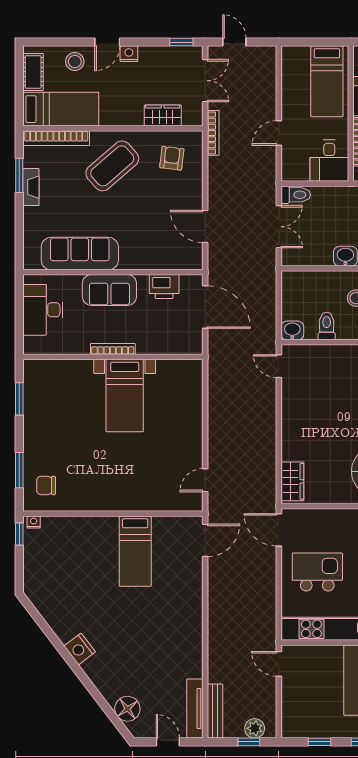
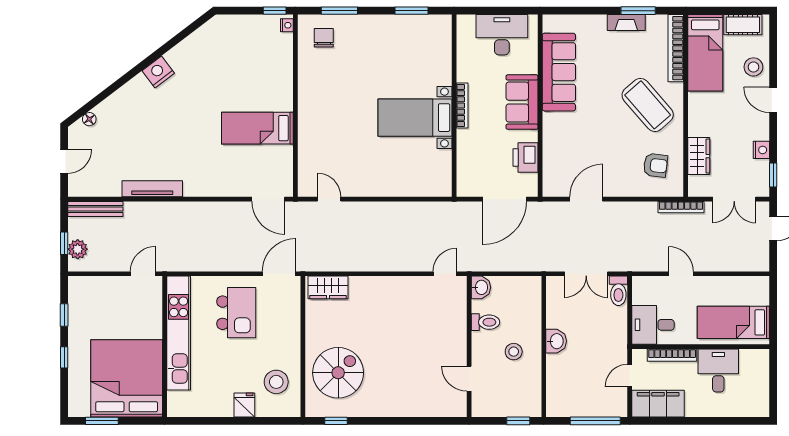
nightstand: (129, 54) -> (761, 150), moved
floor lamp: (127, 709) -> (89, 119), width x0.53, depth x0.53
tv unit: (195, 709) -> (152, 189), moved

